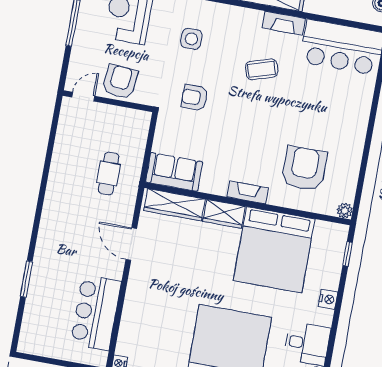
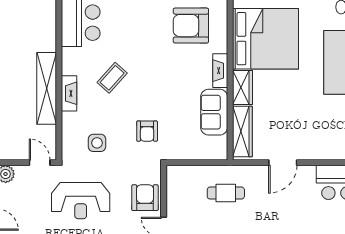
fireplace: (284, 23) -> (69, 93), moved
coffee table: (262, 69) -> (112, 78), turned 59
armchair: (120, 82) -> (145, 198), turned 85
sofa: (174, 172) -> (214, 112), moved

